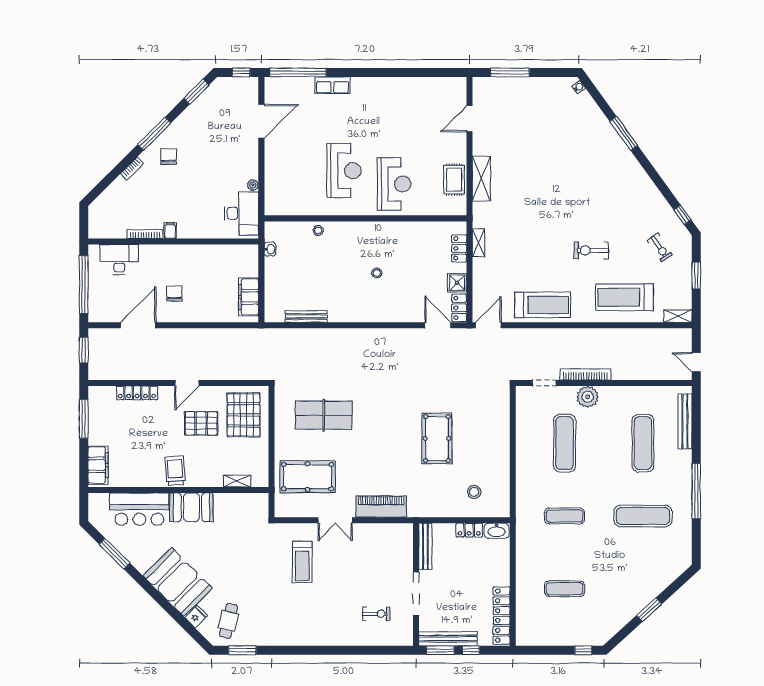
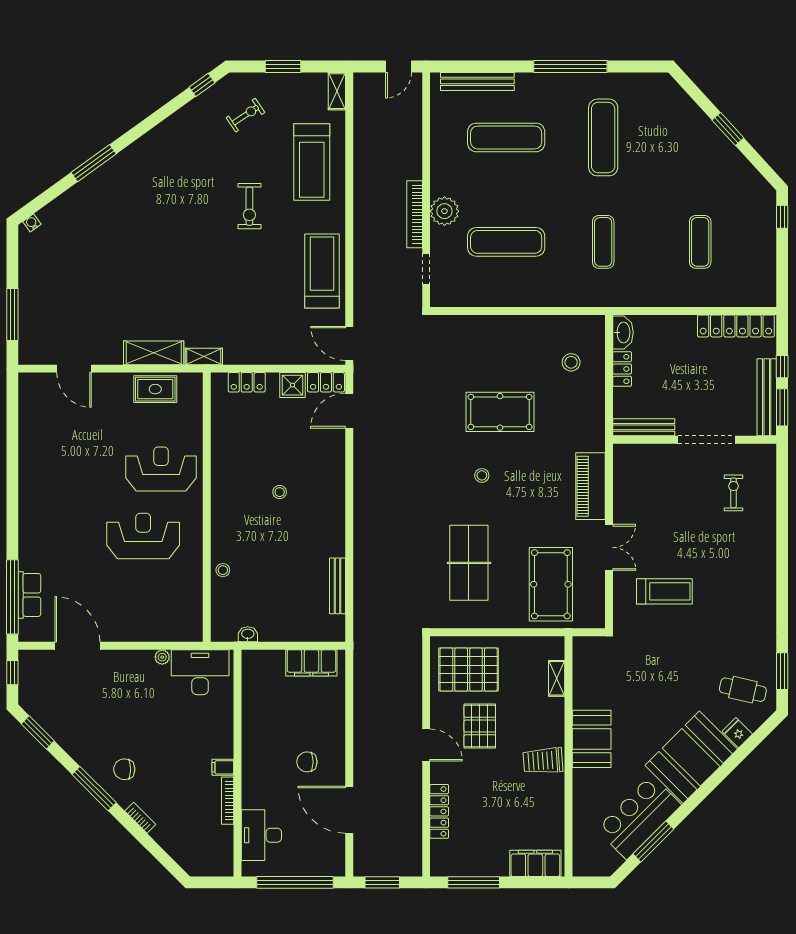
row of seats: (332, 85) -> (29, 595), moved
shelving: (479, 243) -> (204, 356), moved
stool: (389, 425) -> (482, 475), added
bar counter: (139, 509) -> (639, 817), moved, turned -135

